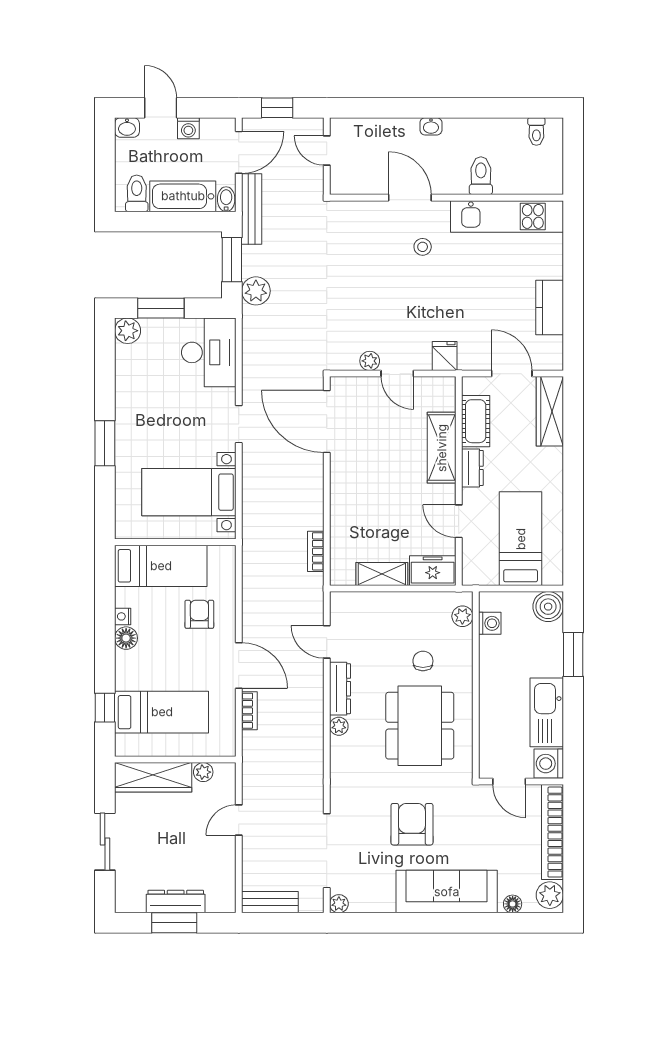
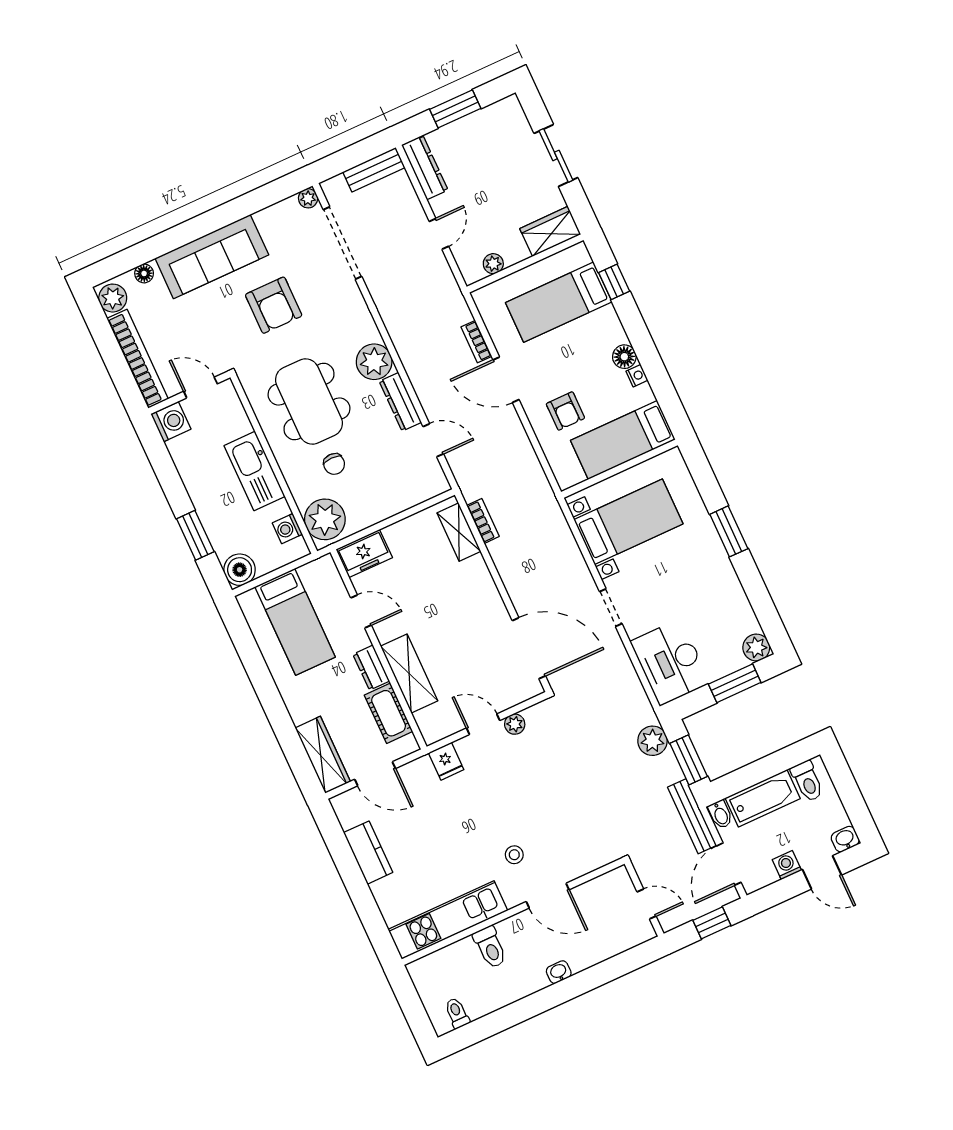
shelving: (382, 574) -> (459, 532), moved, turned 90
plant: (462, 616) -> (325, 519), width x1.88, depth x1.88
kitchen sink: (547, 712) -> (255, 471), moved, turned 180
plant: (339, 726) -> (374, 362), width x1.88, depth x1.88
wardrobe: (153, 777) -> (550, 231), width x0.67
dresser: (176, 902) -> (425, 167), moved, turned -90

